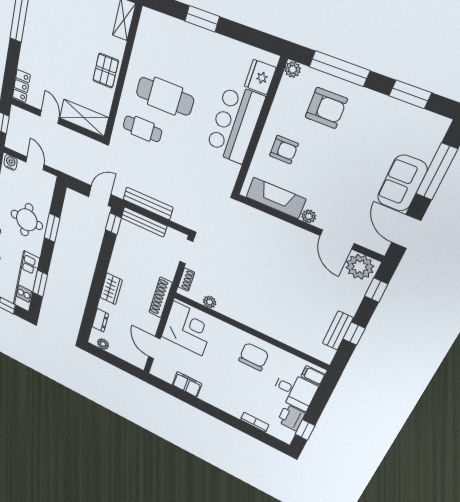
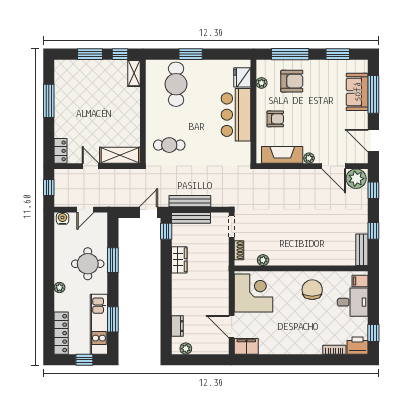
plant: (293, 70) -> (262, 83), moved
pallet: (106, 71) -> (129, 113), removed
cafe table: (165, 96) -> (176, 84), moved, turned 90
door: (35, 163) -> (85, 210), swing flipped
sofa: (402, 183) -> (357, 92), moved
wardrobe: (111, 289) -> (179, 260), moved
shoe rack: (161, 297) -> (223, 277), removed
bench: (338, 331) -> (362, 250), moved
filing cabinet: (187, 384) -> (246, 346), moved
printer: (291, 417) -> (358, 346), moved, turned 90

